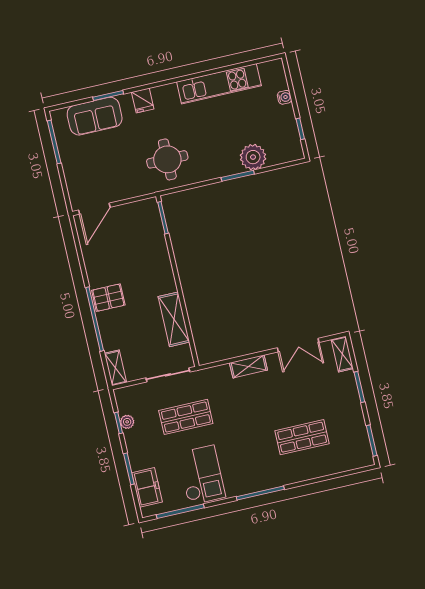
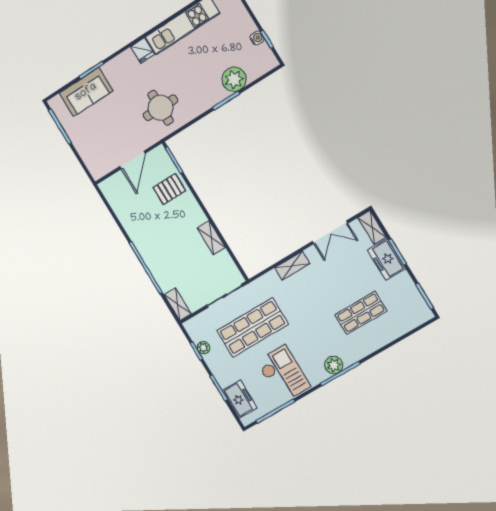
water cooler: (284, 97) -> (257, 38), moved
fridge: (143, 101) -> (142, 50), moved
door: (94, 209) -> (132, 160), moved
pallet: (108, 298) -> (169, 189), moved
shelving: (174, 319) -> (211, 238), width x0.67, depth x0.75
freezer: (346, 391) -> (386, 259), added
shop shelf: (186, 417) -> (253, 327), width x1.43, depth x1.36
plant: (257, 482) -> (334, 365), added

